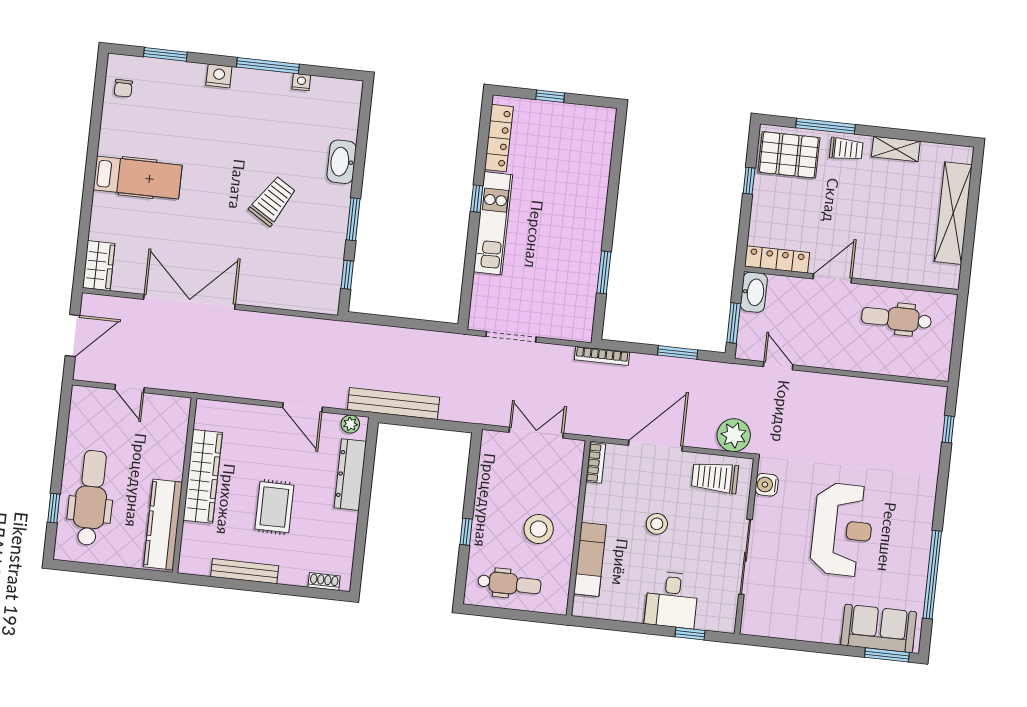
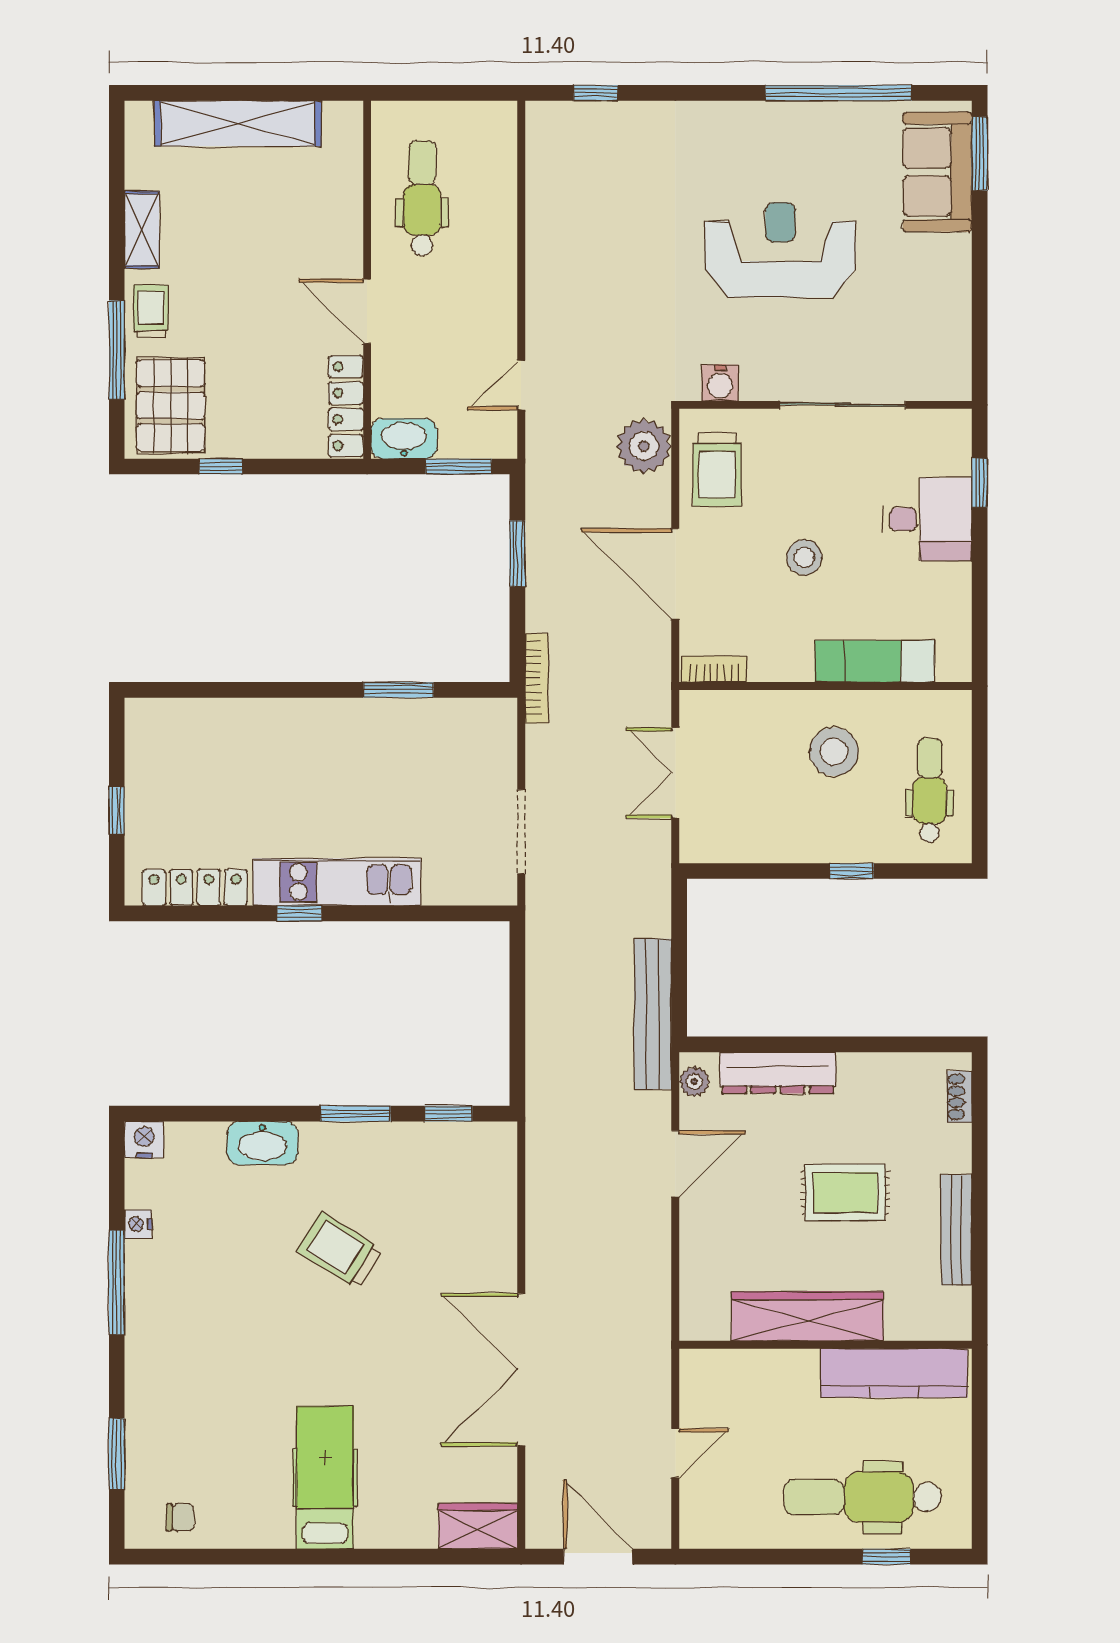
nightstand: (219, 76) -> (144, 1140), moved, turned 90
dental chair: (896, 319) -> (422, 198), turned 180

